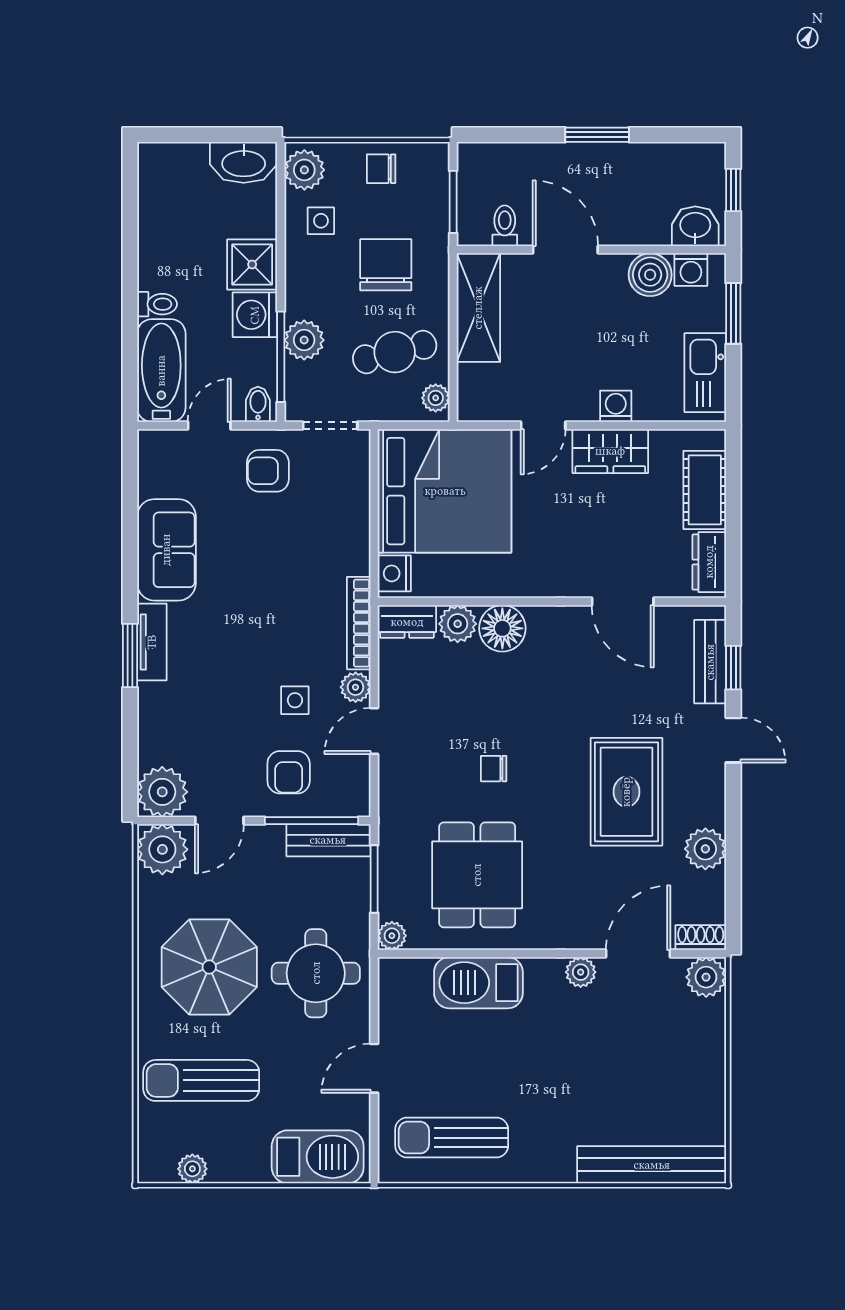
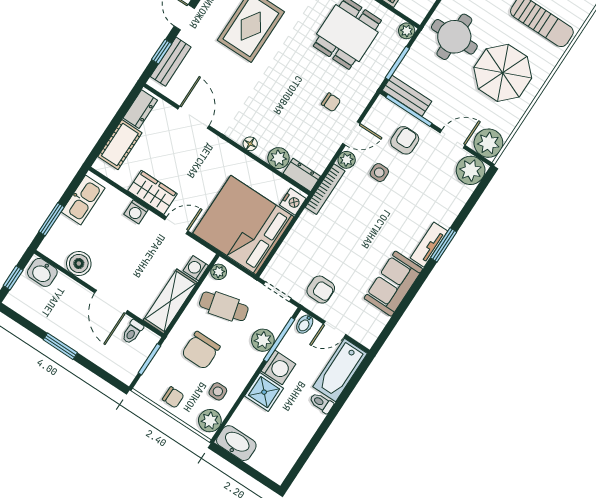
washing machine: (691, 270) -> (196, 268), moved, turned -90
floor lamp: (502, 628) -> (250, 144), width x0.53, depth x0.53
chair: (494, 769) -> (331, 102), moved

